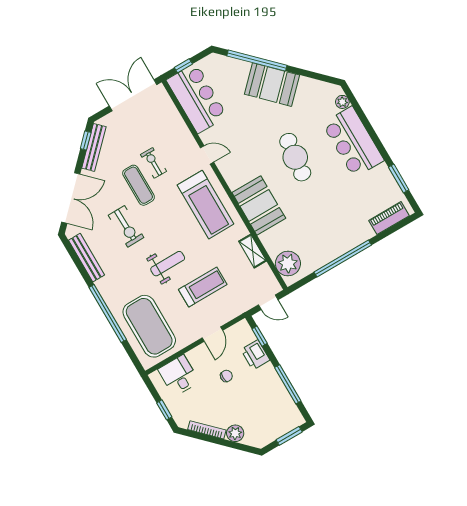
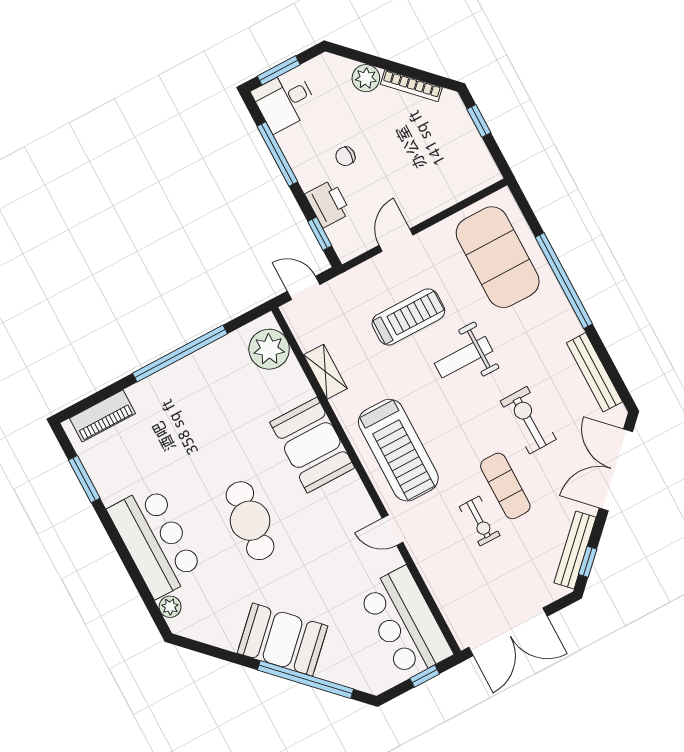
treadmill: (206, 205) -> (398, 450), turned 180
treadmill: (203, 287) -> (408, 317), turned 180
desk: (179, 376) -> (285, 101), moved, turned 90
chair: (226, 376) -> (345, 156), moved

